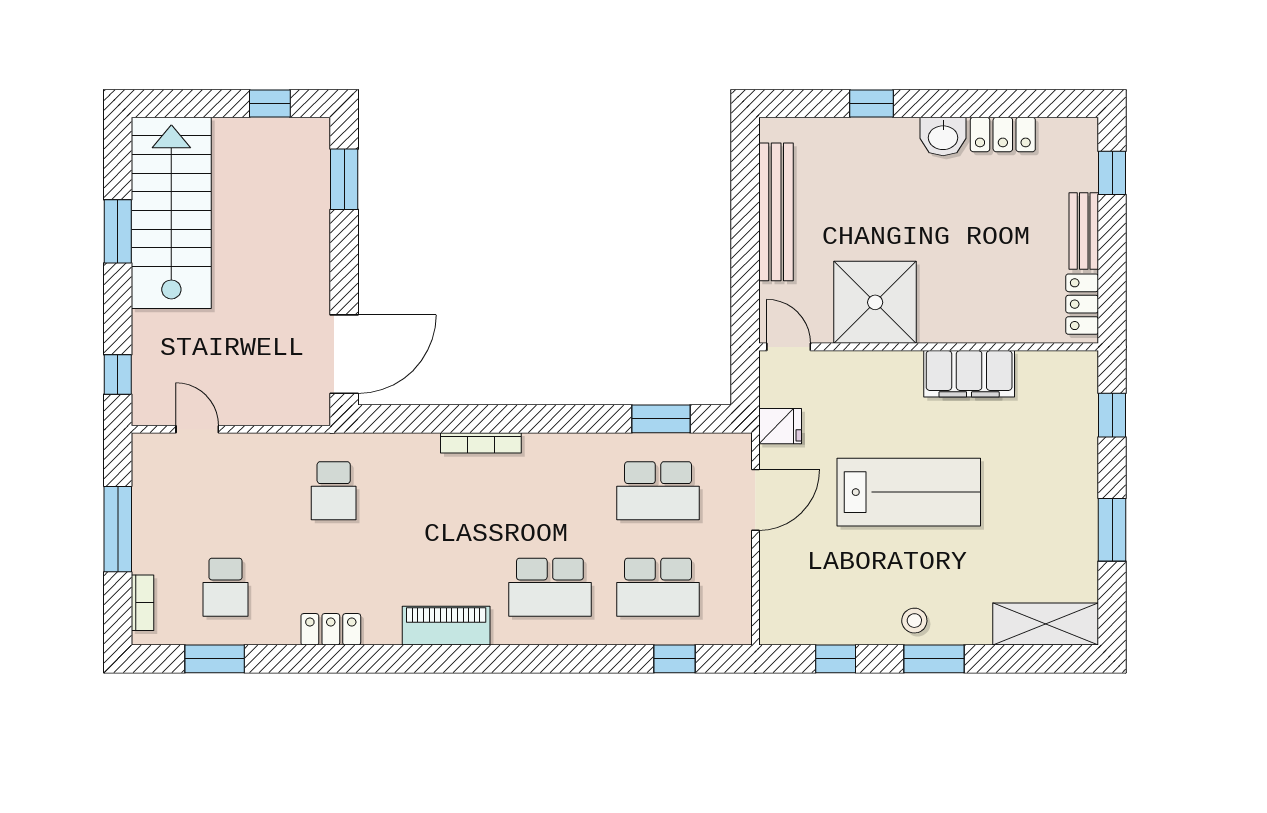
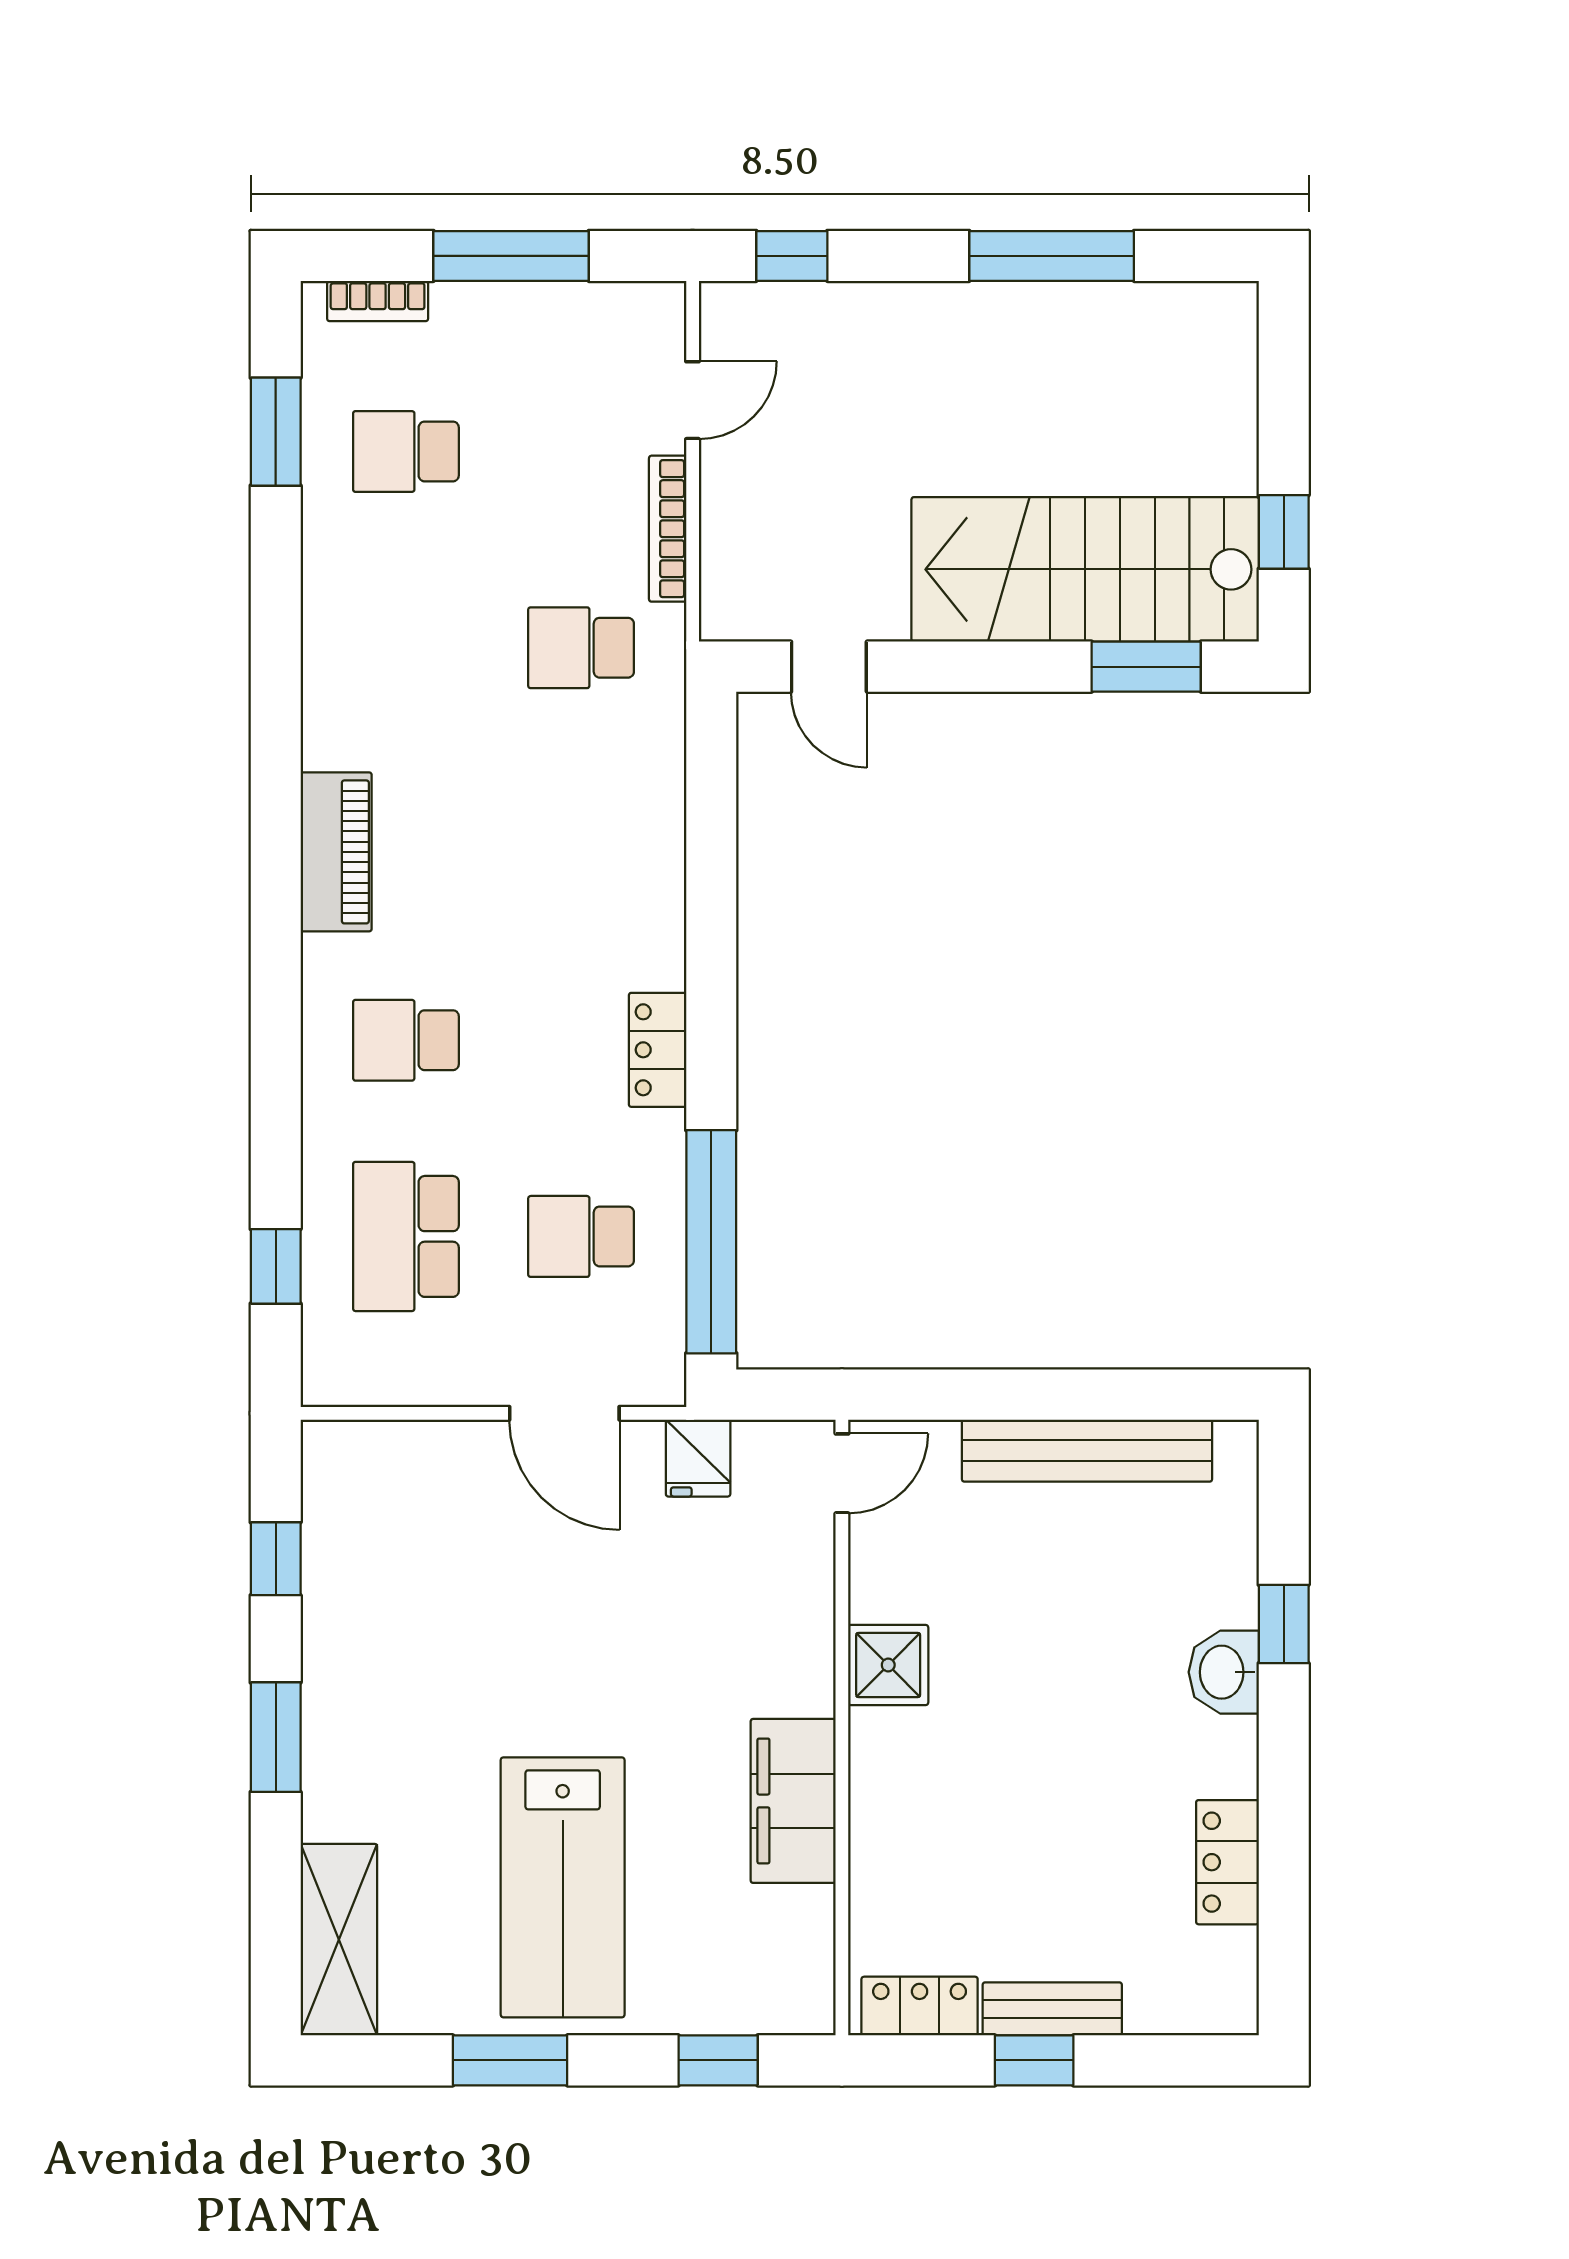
washbasin: (943, 137) -> (1224, 1672), moved
window: (1112, 173) -> (1034, 2060), moved
stairs: (171, 213) -> (1085, 569), moved, turned 180
window: (118, 231) -> (1052, 256), width x1.44
shower: (875, 302) -> (888, 1665), width x0.54, depth x0.54
door: (344, 354) -> (829, 667), width x0.53
window: (661, 419) -> (711, 1242), width x2.11
bookcase: (481, 443) -> (668, 529), moved
school desk: (658, 491) -> (581, 1236), width x0.54
lab bench: (909, 492) -> (563, 1887), moved
school desk: (550, 587) -> (406, 1040), width x0.54
stool: (914, 621) -> (345, 1702), removed
locker: (331, 629) -> (658, 1050), moved, turned 180

